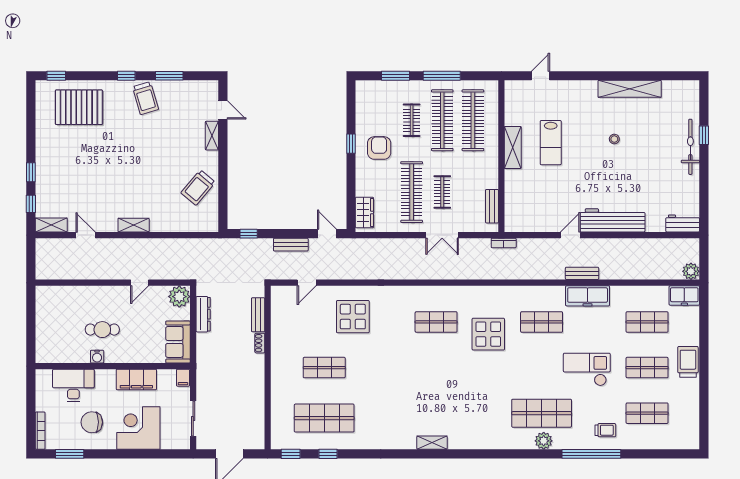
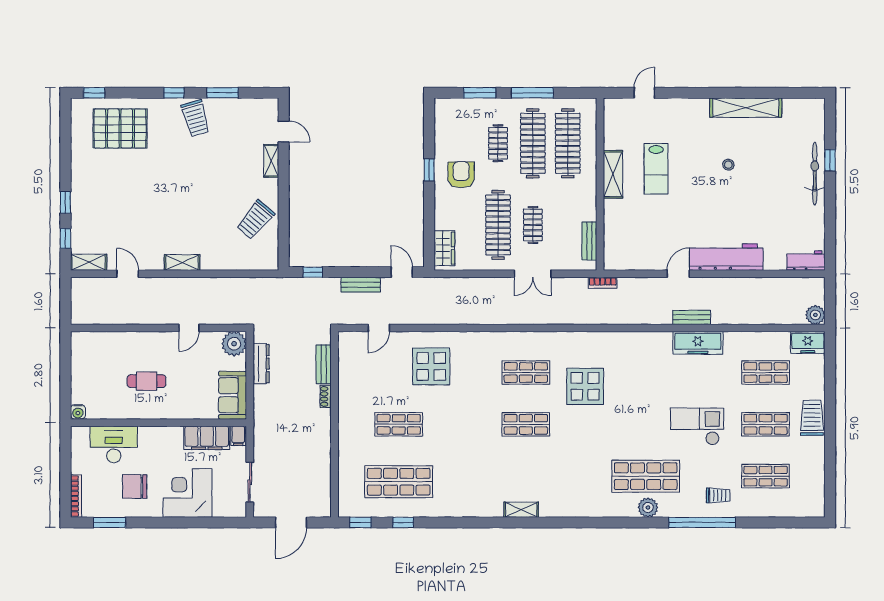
shop shelf: (542, 322) -> (526, 424), moved
water cooler: (97, 357) -> (78, 412), moved
filing cabinet: (136, 379) -> (207, 438), moved

